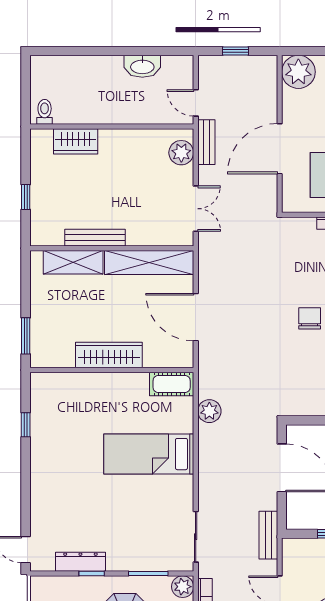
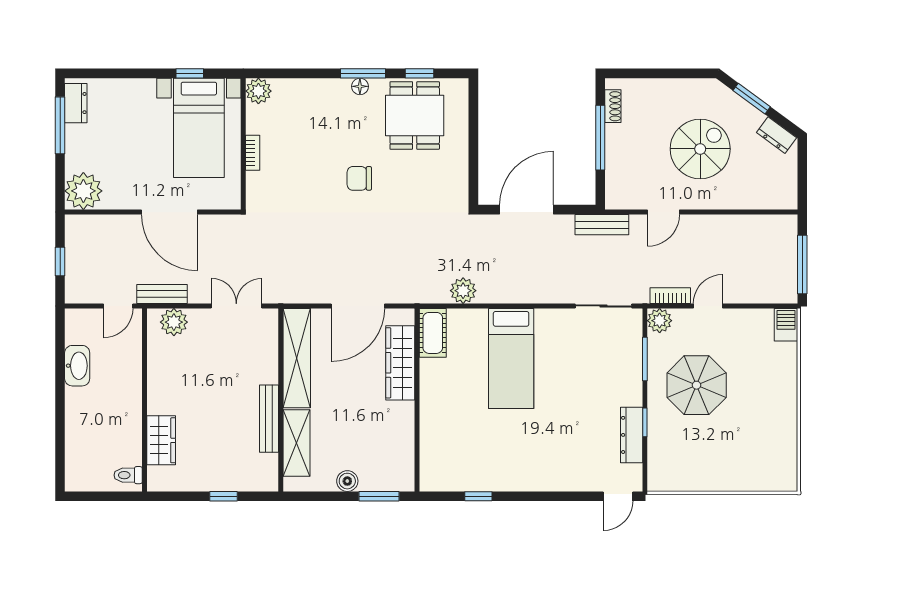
boiler: (39, 308) -> (347, 481), added
wardrobe: (109, 355) -> (400, 363), moved

